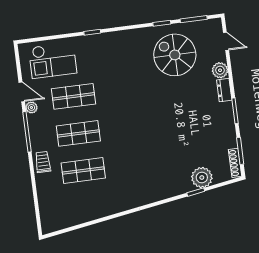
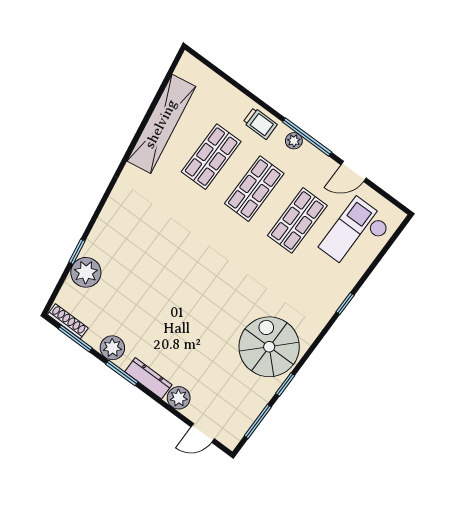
spiral stairs: (175, 55) -> (269, 347), moved, turned -90
dresser: (224, 90) -> (148, 378), width x1.44
plant: (31, 107) -> (294, 141), moved
plant: (227, 128) -> (112, 348), added
shelving: (91, 211) -> (161, 124), added

